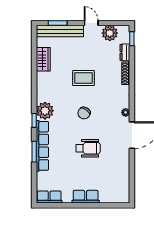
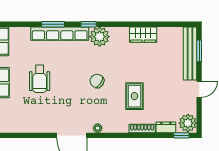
plant: (110, 33) -> (188, 123), moved
wardrobe: (43, 59) -> (143, 35), moved
rug: (84, 78) -> (134, 96), moved
wheelchair: (88, 148) -> (40, 79), moved

